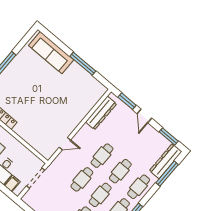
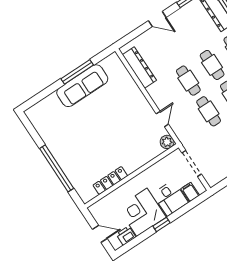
sofa: (51, 53) -> (82, 86), moved
window: (127, 101) -> (135, 34), removed
plant: (47, 153) -> (167, 142), added

